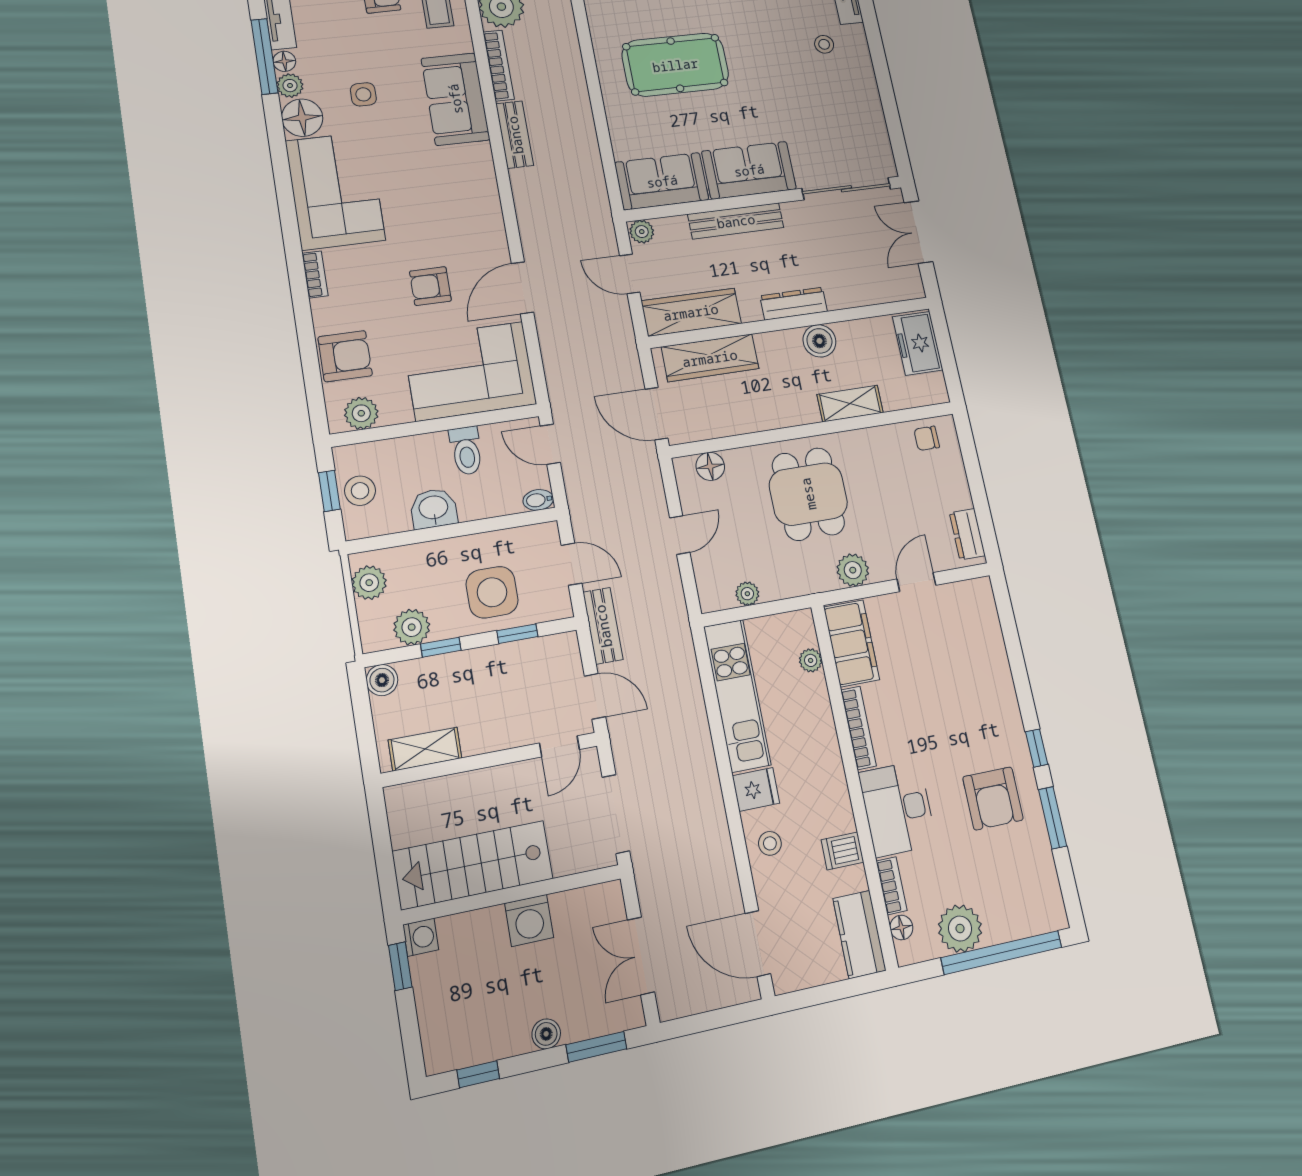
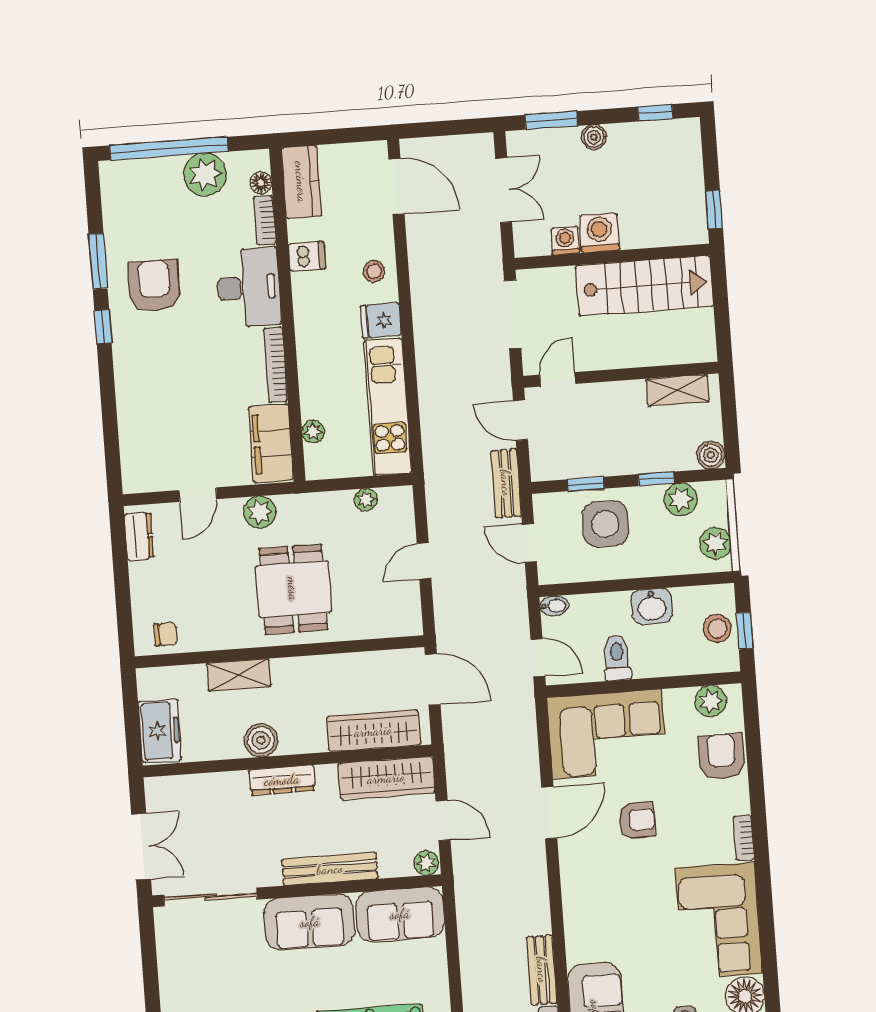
armchair: (345, 356) -> (722, 757), turned 90
floor lamp: (710, 466) -> (387, 624), removed
washing machine: (421, 937) -> (565, 241), moved, turned 90

